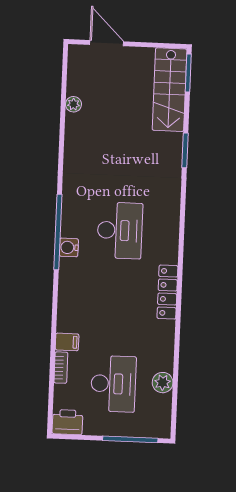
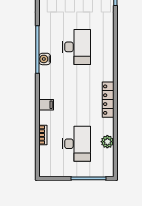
locker: (167, 292) -> (108, 100), moved
filing cabinet: (67, 342) -> (46, 105), moved
printer: (67, 422) -> (48, 169), removed

